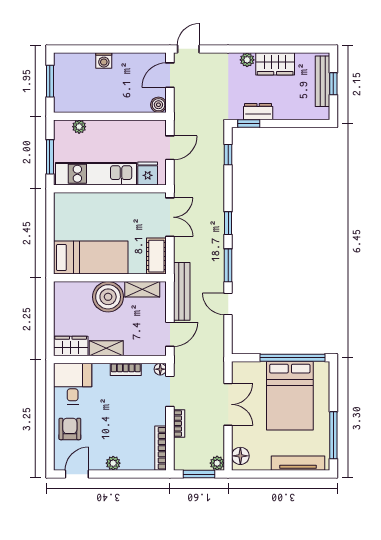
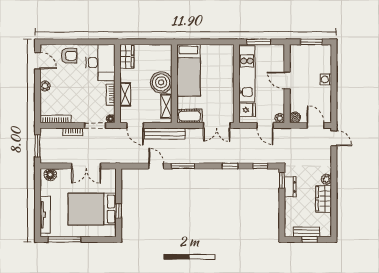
bench: (323, 81) -> (307, 232), width x0.73
door: (106, 116) -> (287, 81), added
plant: (79, 127) -> (280, 118), moved
window: (228, 223) -> (230, 166), moved
door: (228, 304) -> (156, 166), hinge flipped
shelving: (106, 348) -> (125, 94), moved
window: (293, 358) -> (119, 211), width x0.32
desk: (73, 384) -> (101, 63), width x1.37
plant: (217, 463) -> (45, 158), removed

